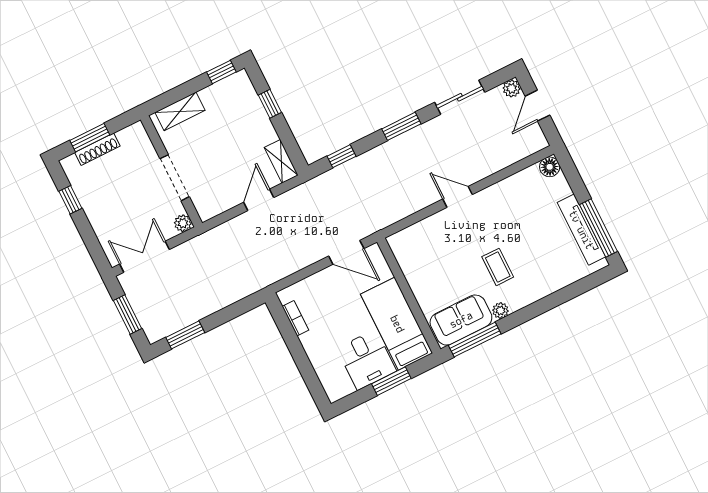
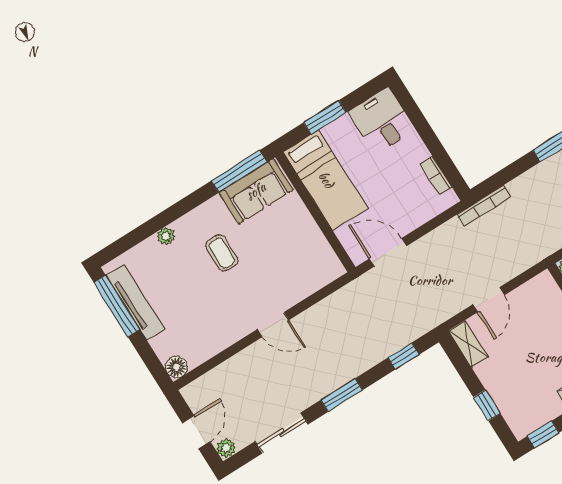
bookcase: (255, 286) -> (484, 206), added
plant: (500, 311) -> (166, 236), moved
desk: (366, 360) -> (382, 121), moved

